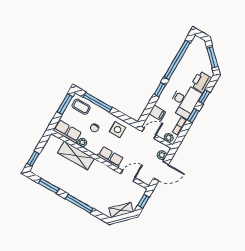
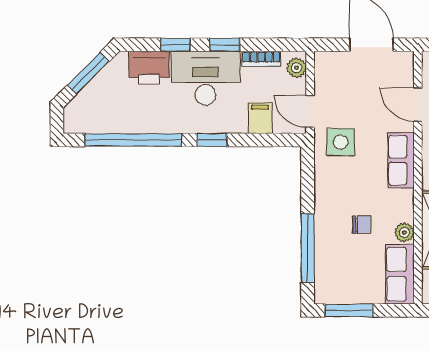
coffee table: (81, 107) -> (335, 276), removed
side table: (118, 130) -> (341, 142), moved
plant: (162, 155) -> (338, 61), removed

